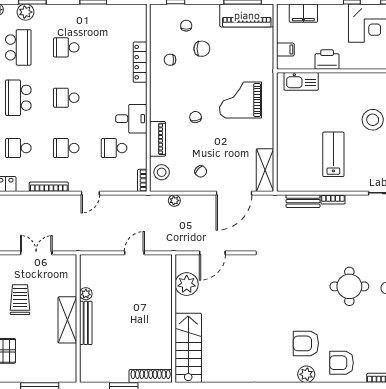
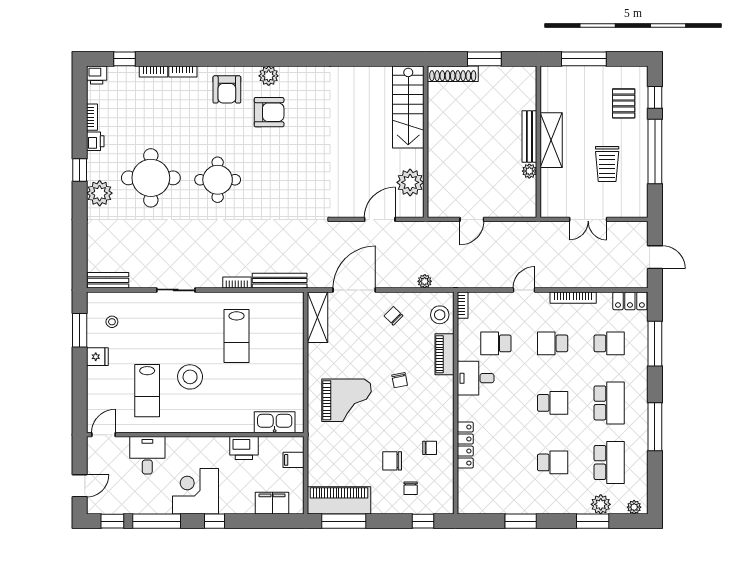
school desk: (18, 47) -> (609, 462), turned 180
school desk: (66, 148) -> (553, 343), turned 180
school desk: (114, 148) -> (496, 343), turned 180
bench: (303, 201) -> (280, 281), width x1.36
armchair: (342, 363) -> (227, 89), turned 90

